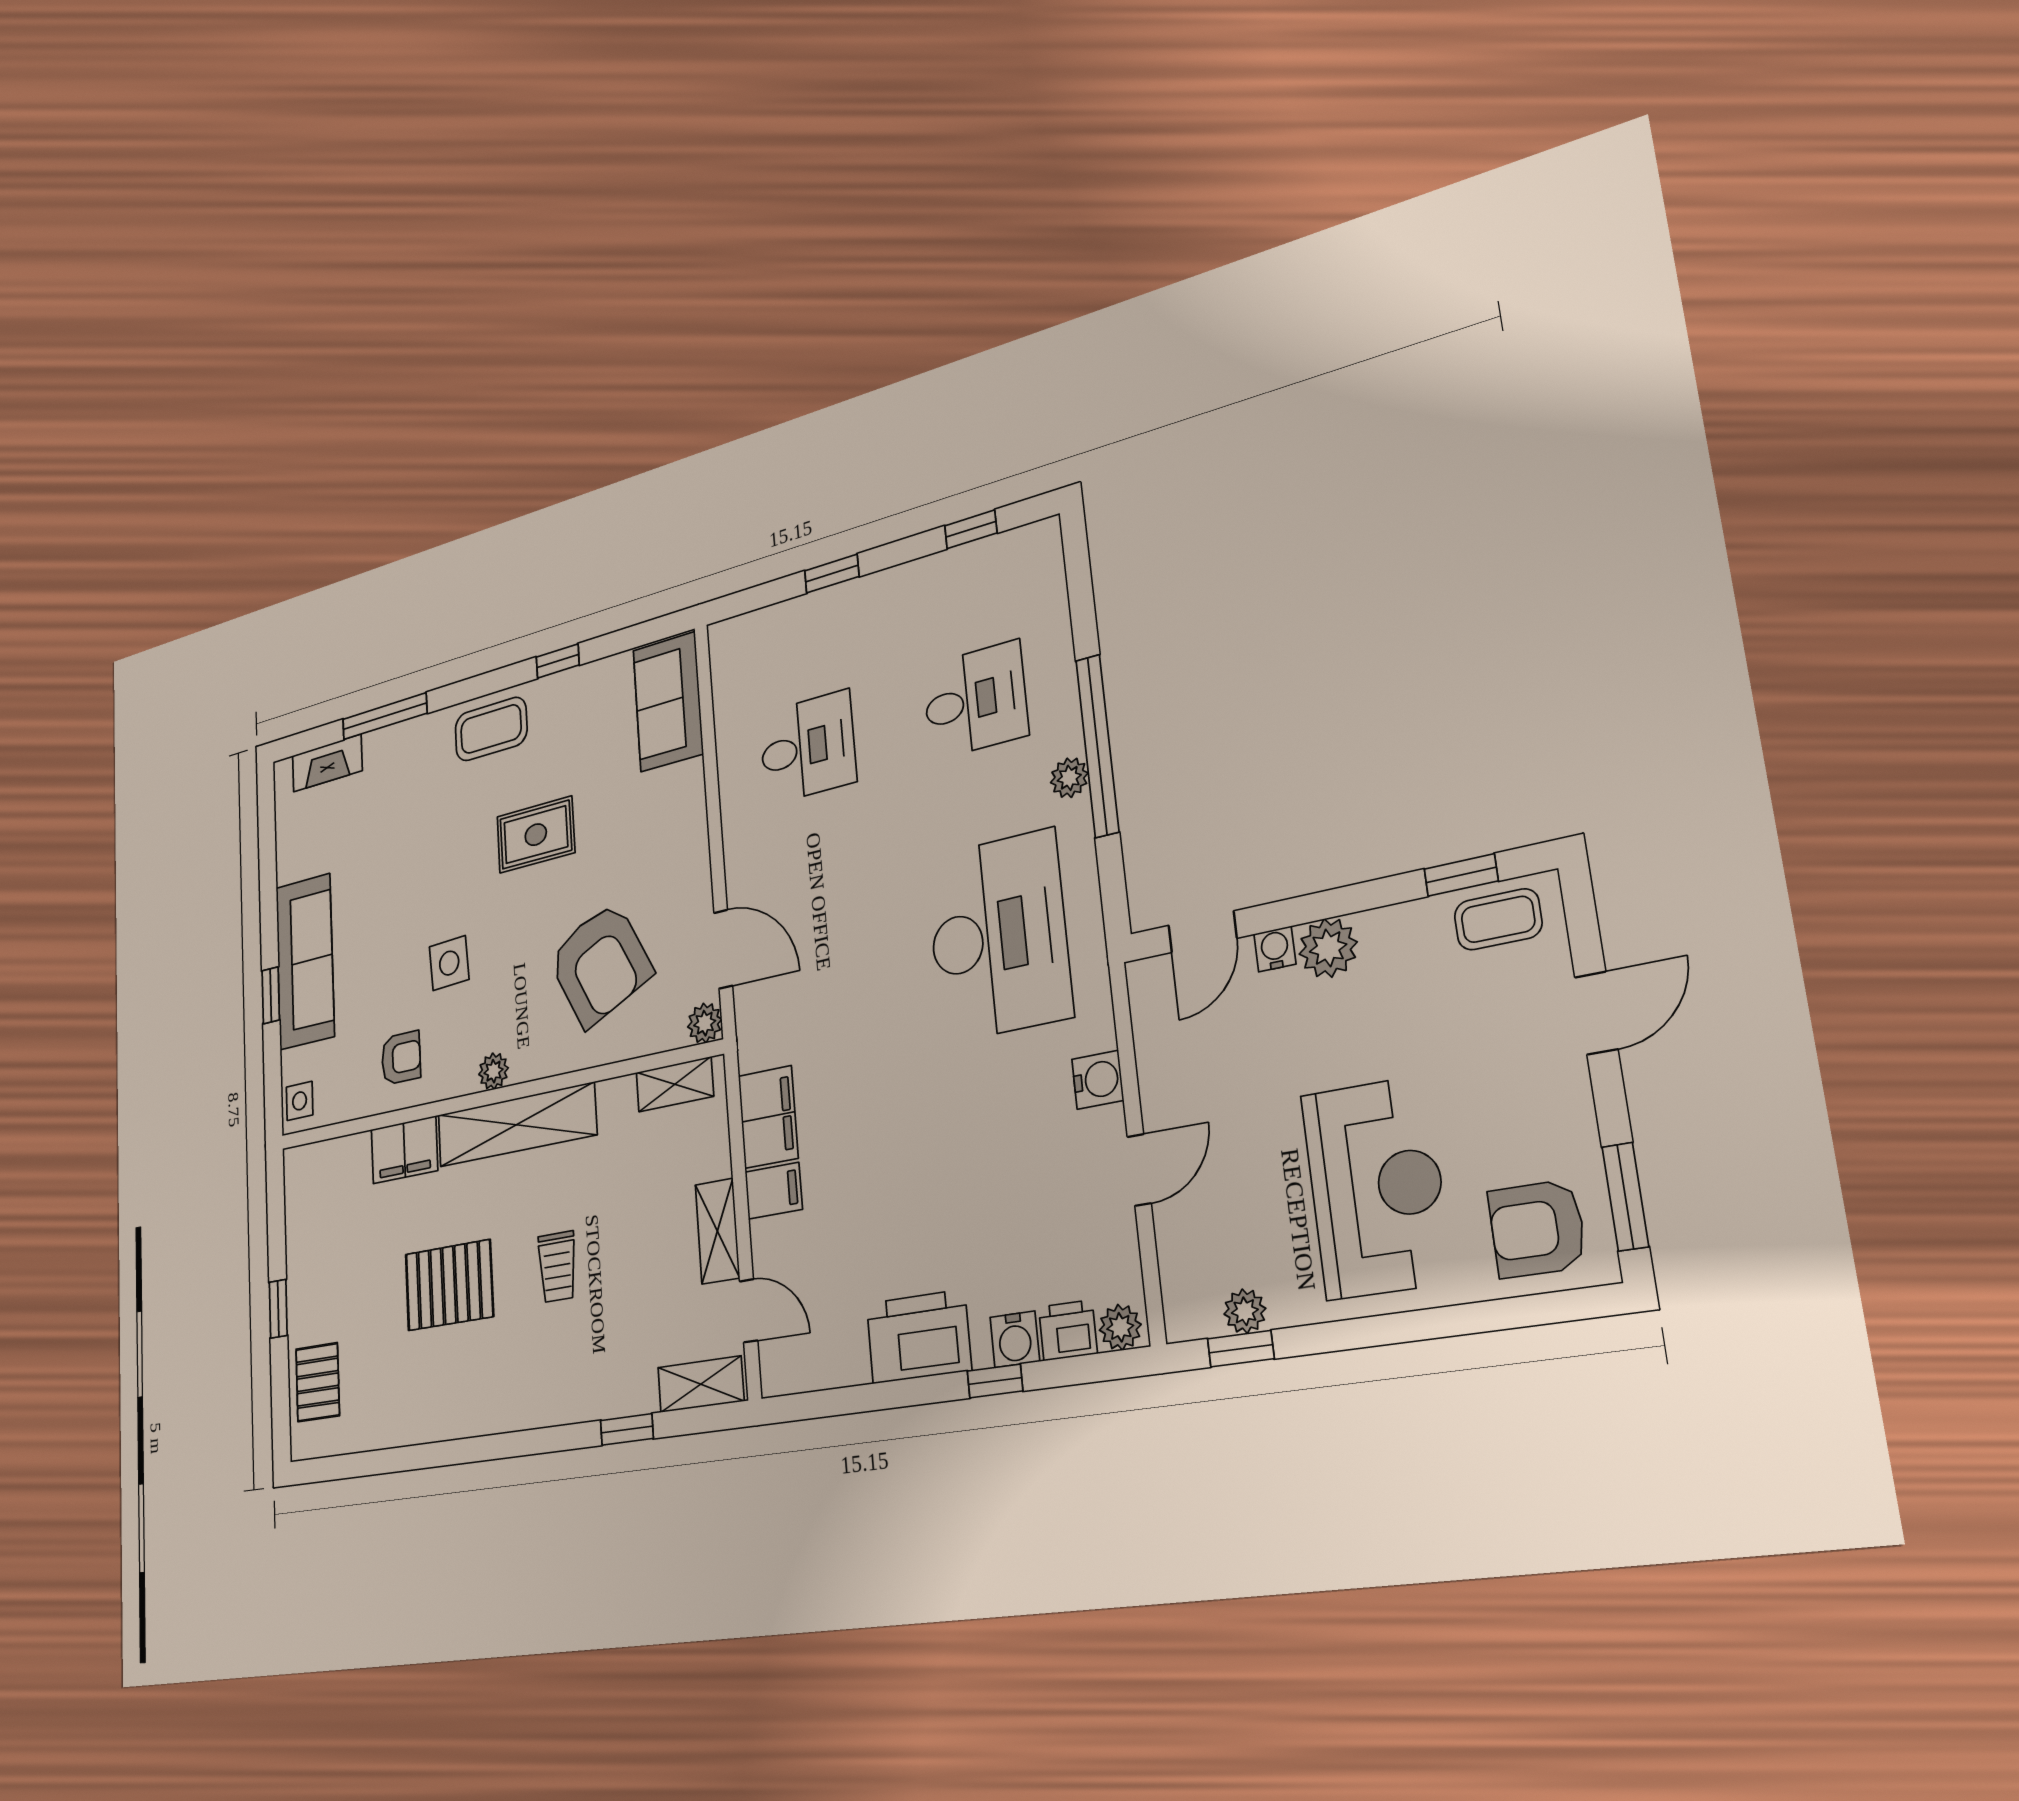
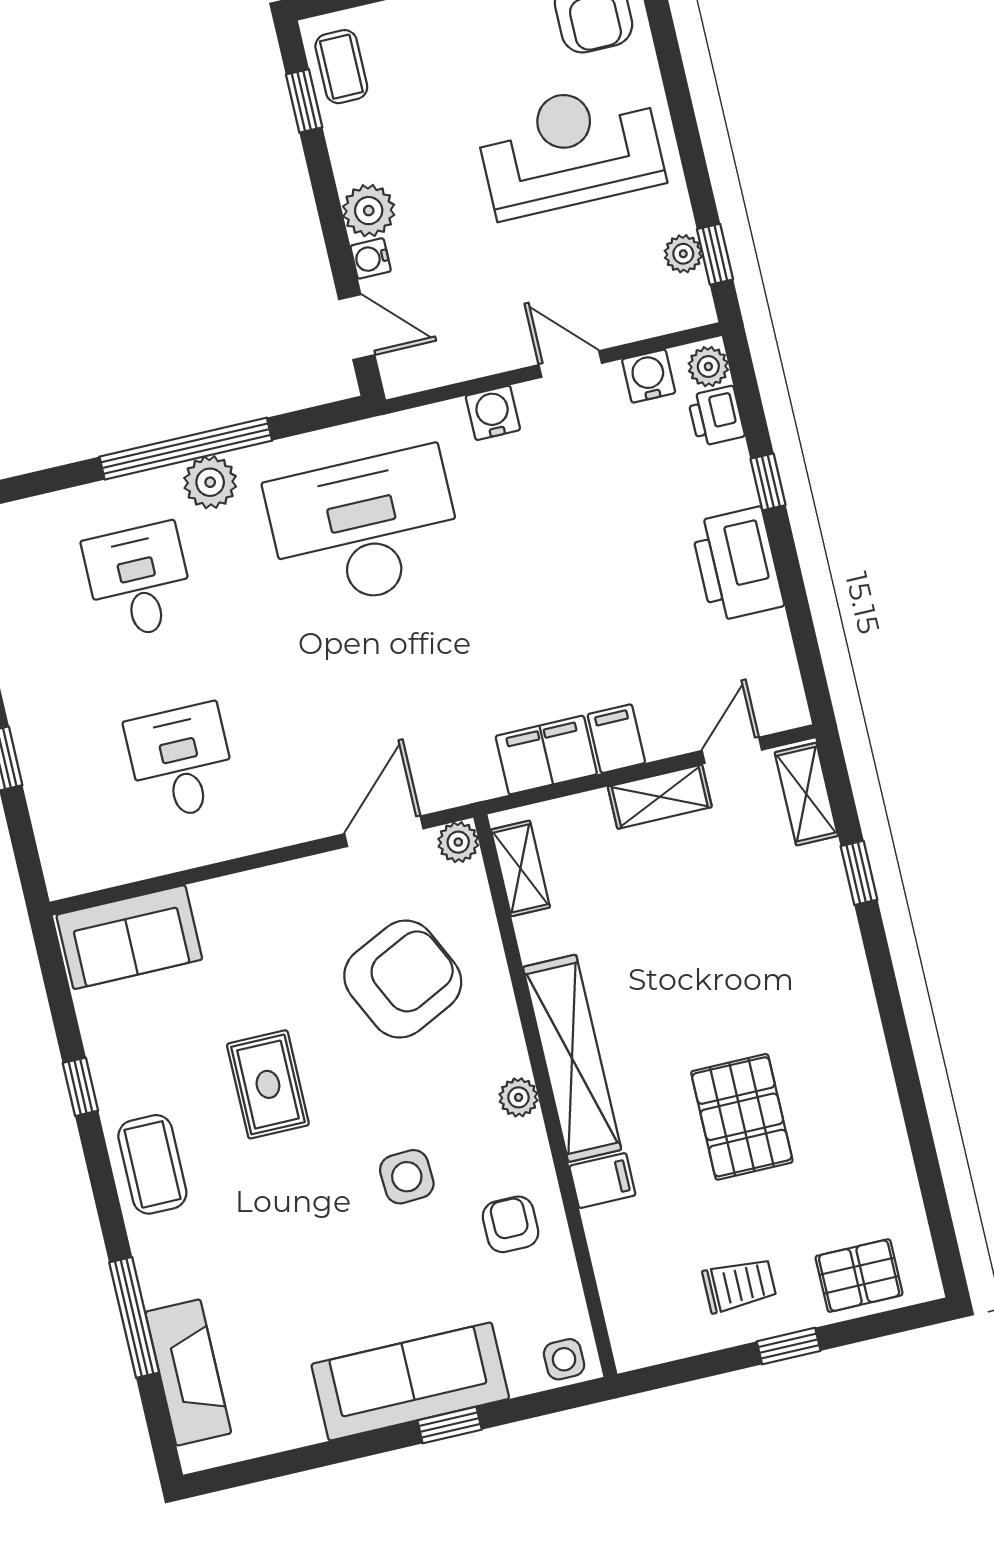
fireplace: (327, 763) -> (188, 1373), width x1.37, depth x1.32
plant: (1069, 778) -> (210, 482), width x1.38, depth x1.38
filing cabinet: (404, 1150) -> (602, 1181), width x0.50
trolley: (557, 1267) -> (739, 1285), moved
water cooler: (1015, 1339) -> (649, 376), moved, turned -90

